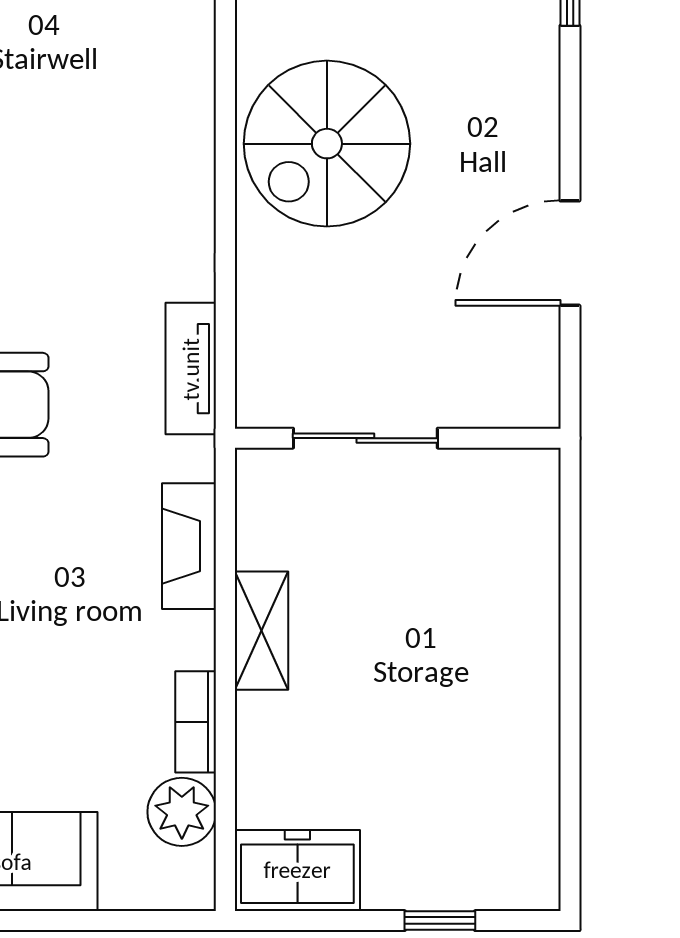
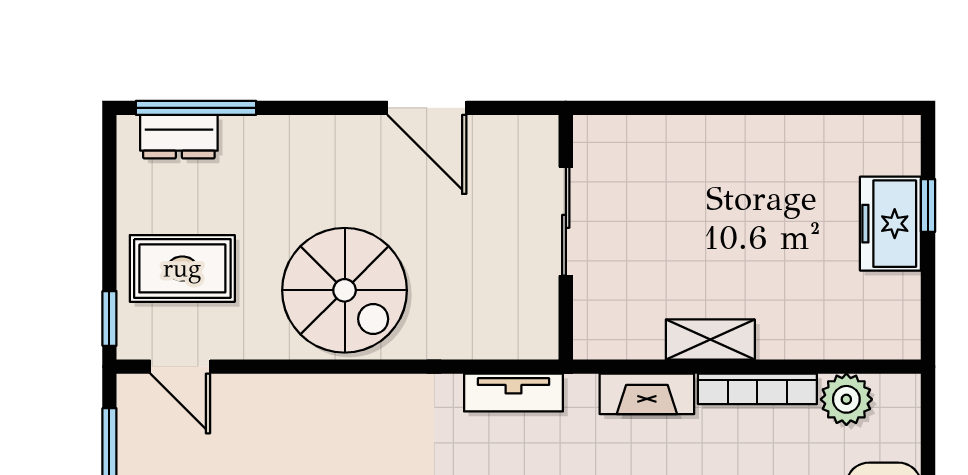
sliding door: (365, 438) -> (566, 221), moved
bookcase: (196, 722) -> (757, 389), width x1.56
freezer: (297, 870) -> (890, 224), moved

